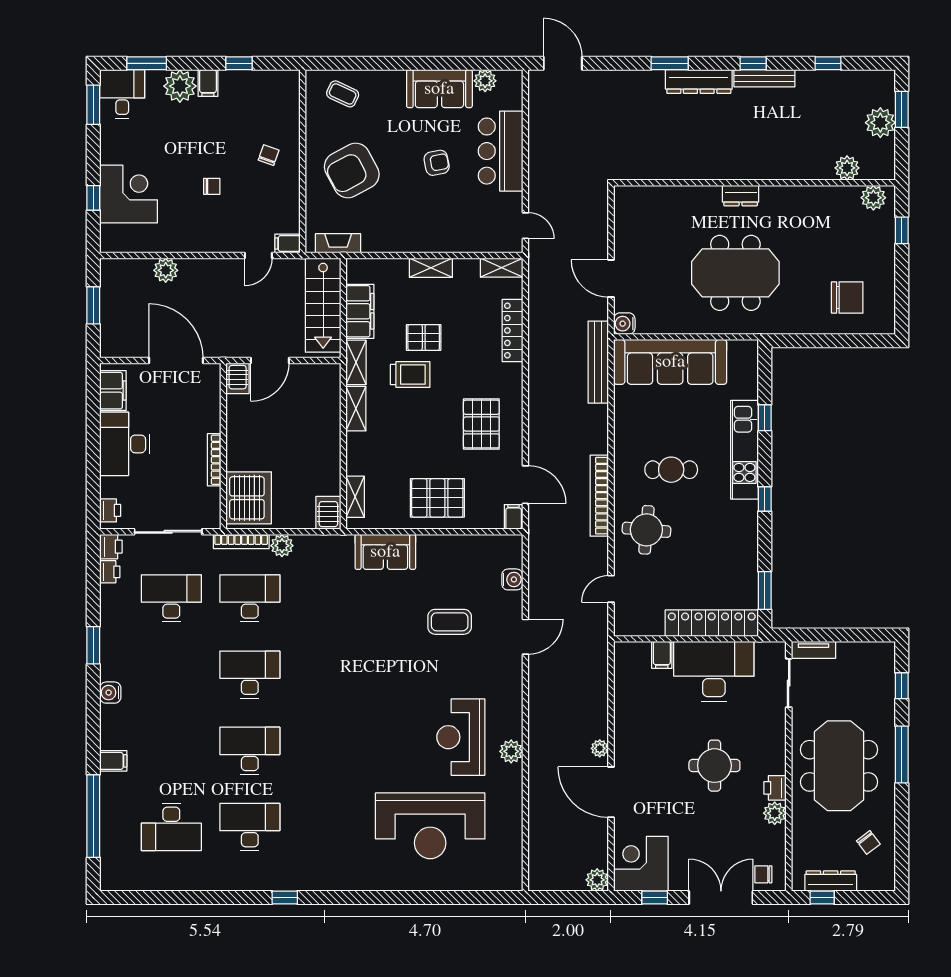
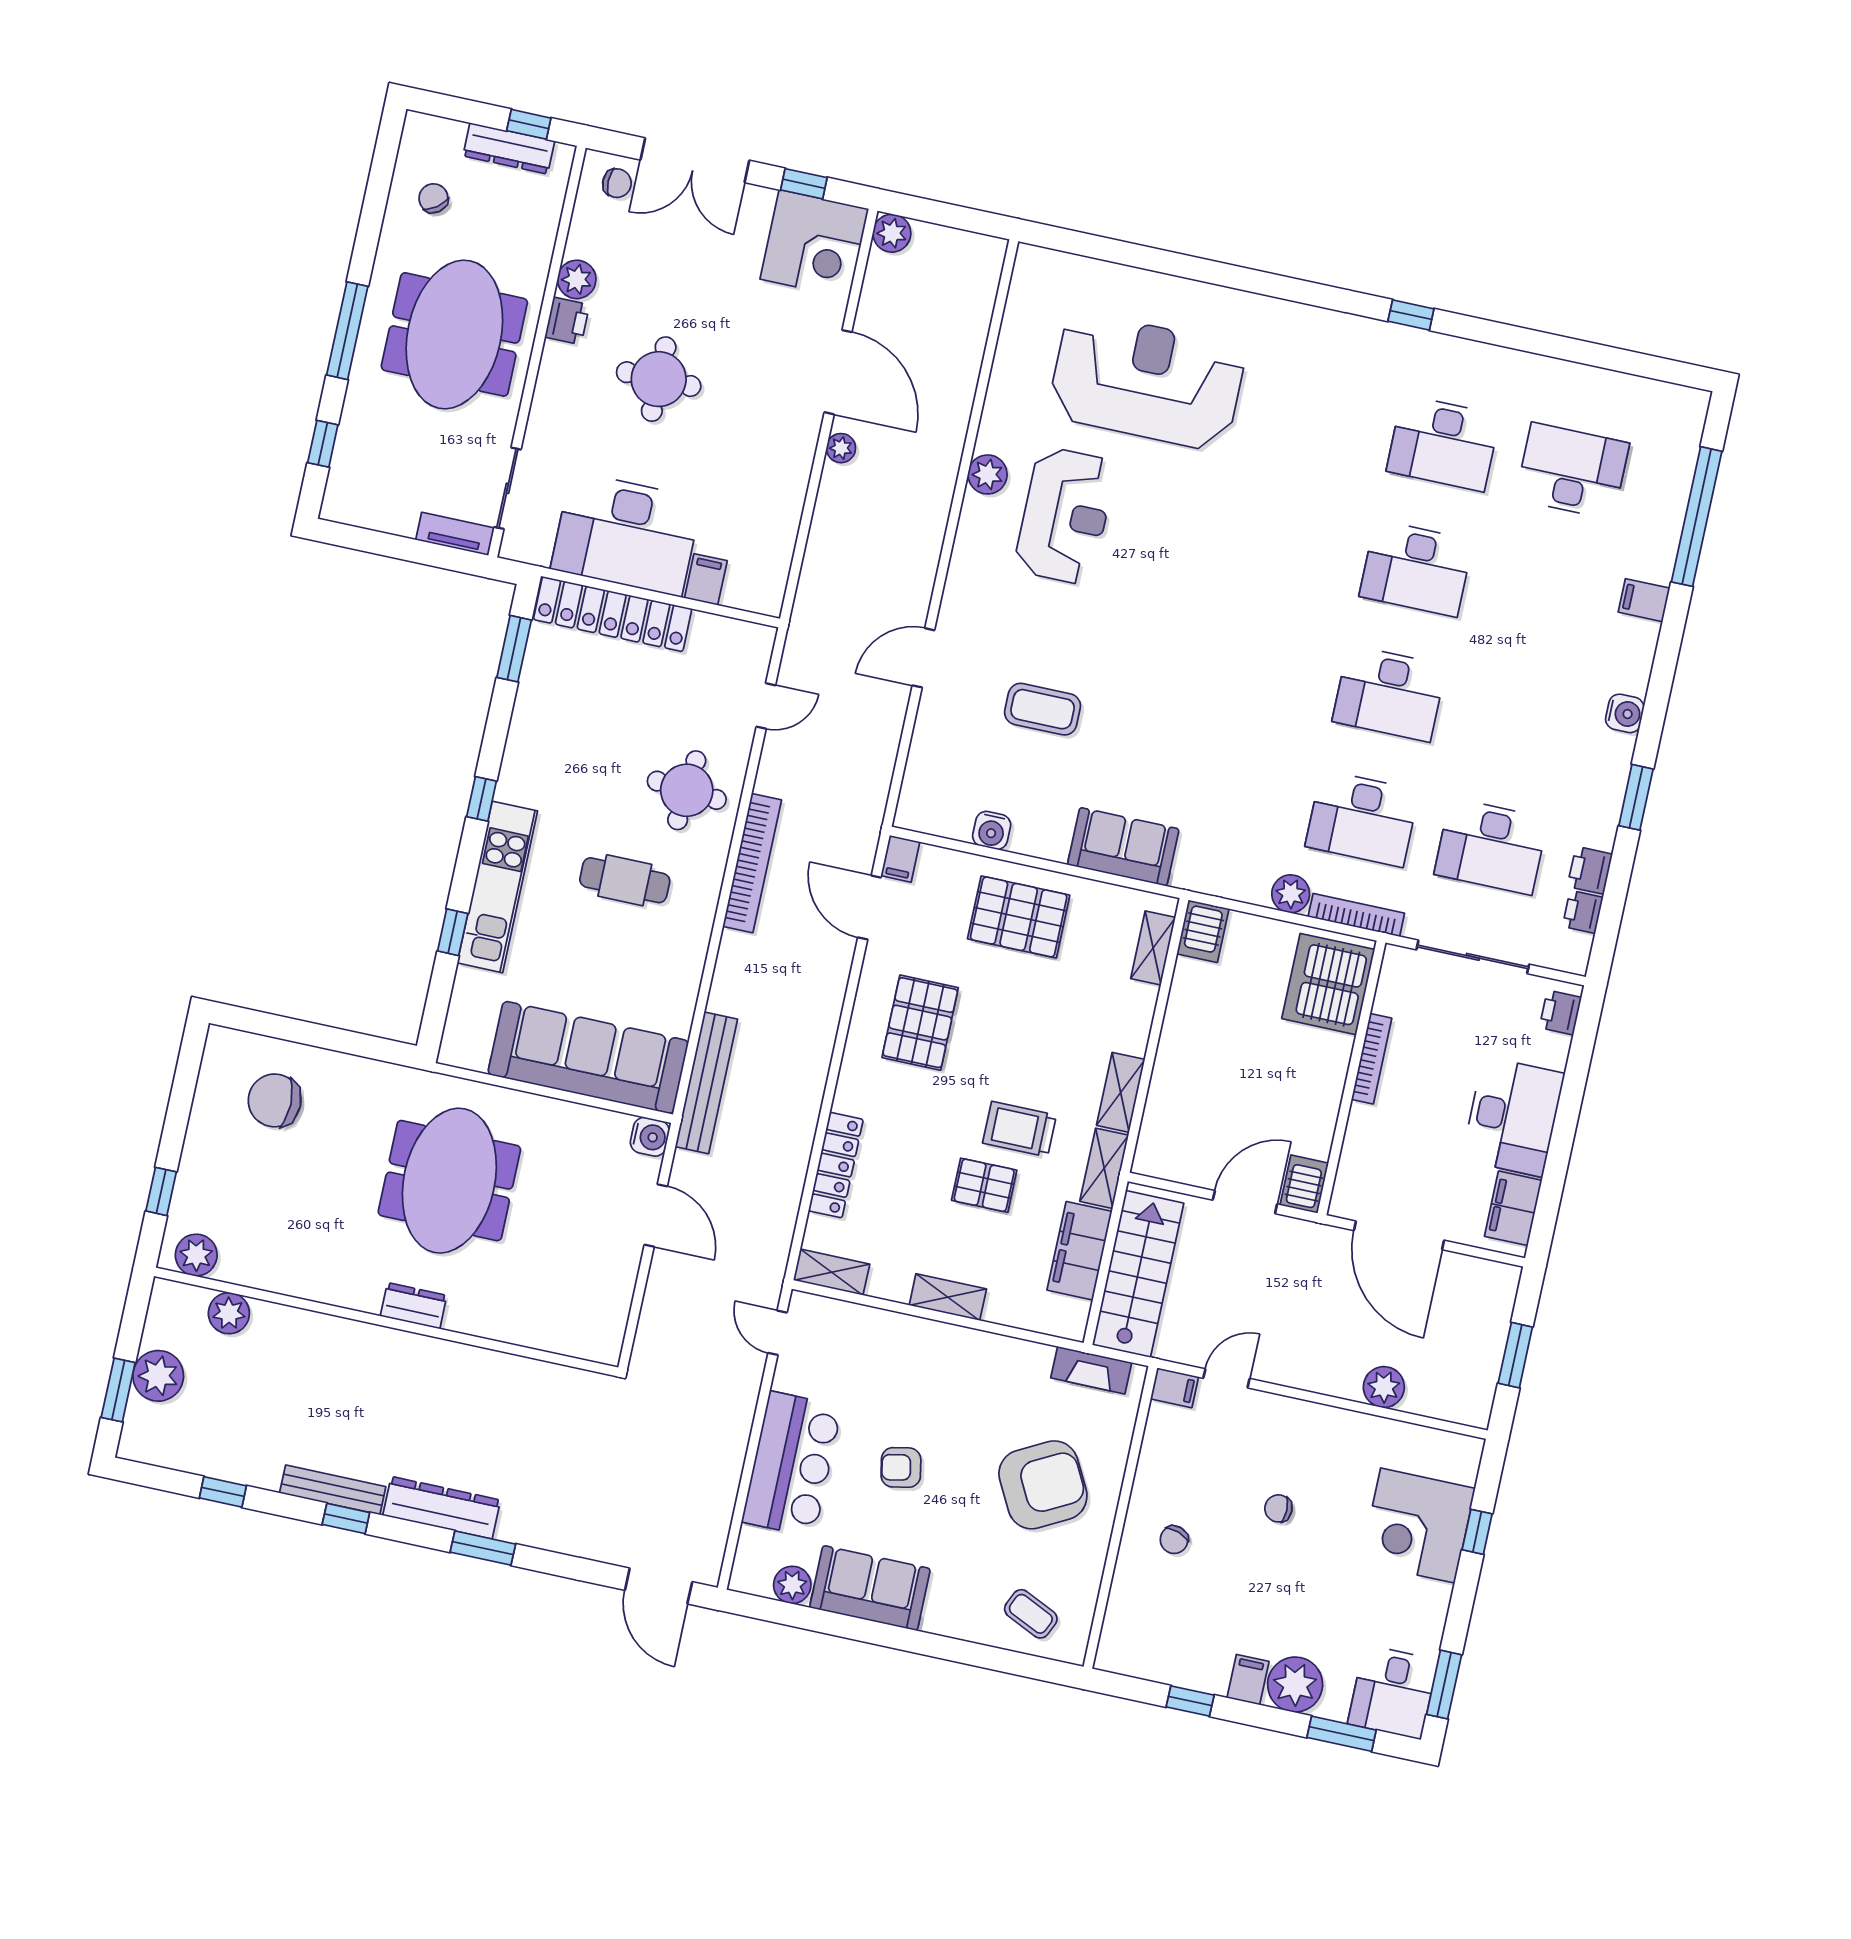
meeting table: (735, 273) -> (449, 1181), turned 90
printer: (111, 547) -> (1590, 870), moved
water cooler: (512, 579) -> (992, 830), moved, turned -90

